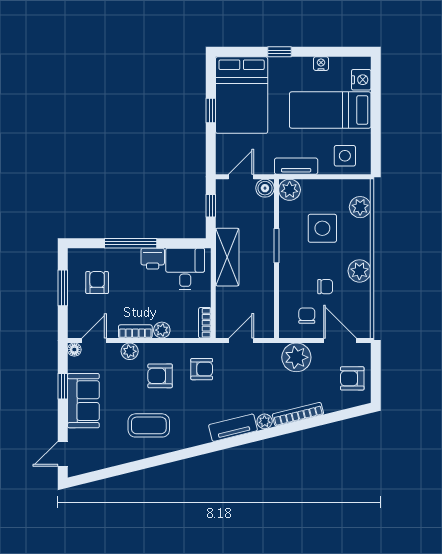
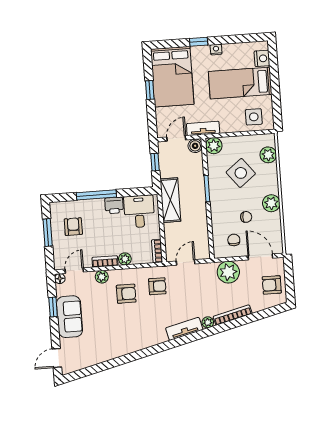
nightstand: (321, 64) -> (216, 49), moved
tv unit: (296, 166) -> (203, 128), moved
side table: (322, 228) -> (241, 173), turned -38
armchair: (160, 376) -> (126, 294), turned 180
coffee table: (149, 425) -> (120, 332), removed

